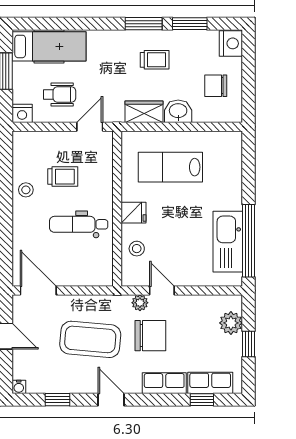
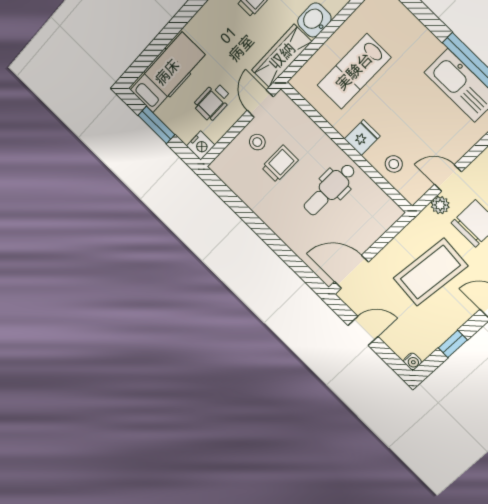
wheelchair: (60, 95) -> (213, 102), turned 180
wardrobe: (144, 112) -> (282, 56), width x1.50
stool: (26, 190) -> (257, 142), moved

